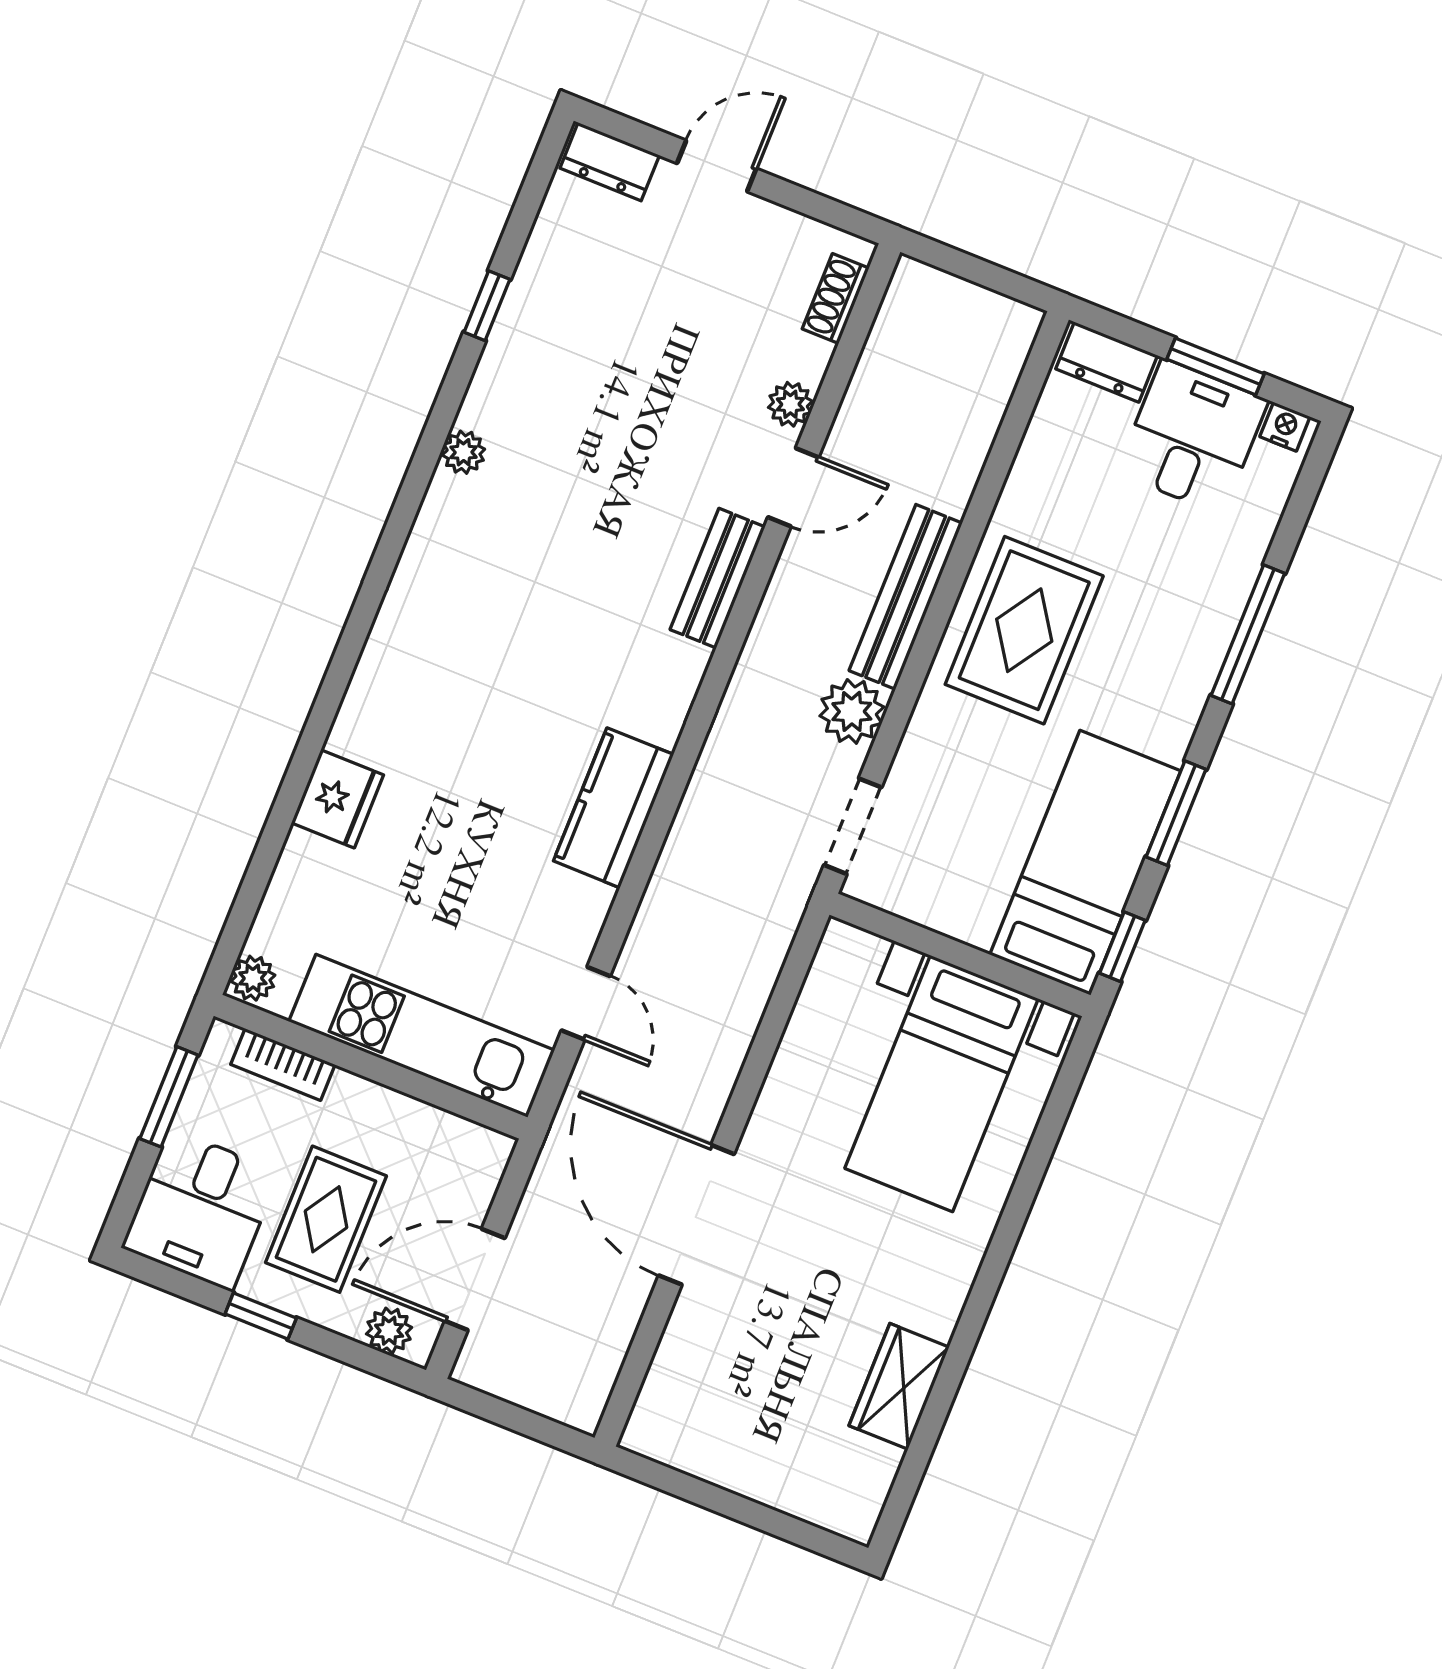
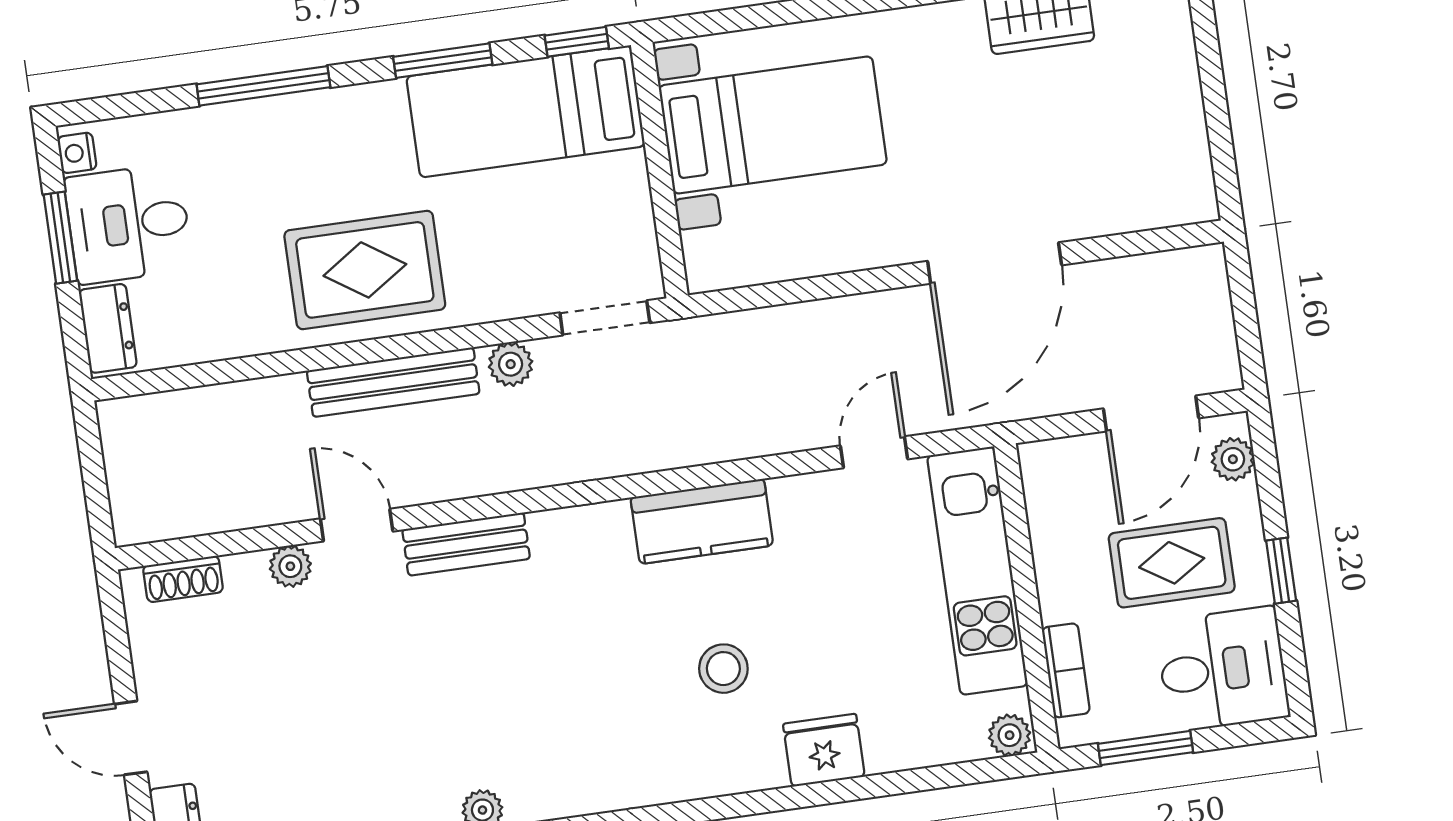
plant: (852, 711) -> (511, 364), width x0.73, depth x0.73
stool: (466, 750) -> (723, 669), added
door: (475, 1279) -> (1151, 413), hinge flipped

